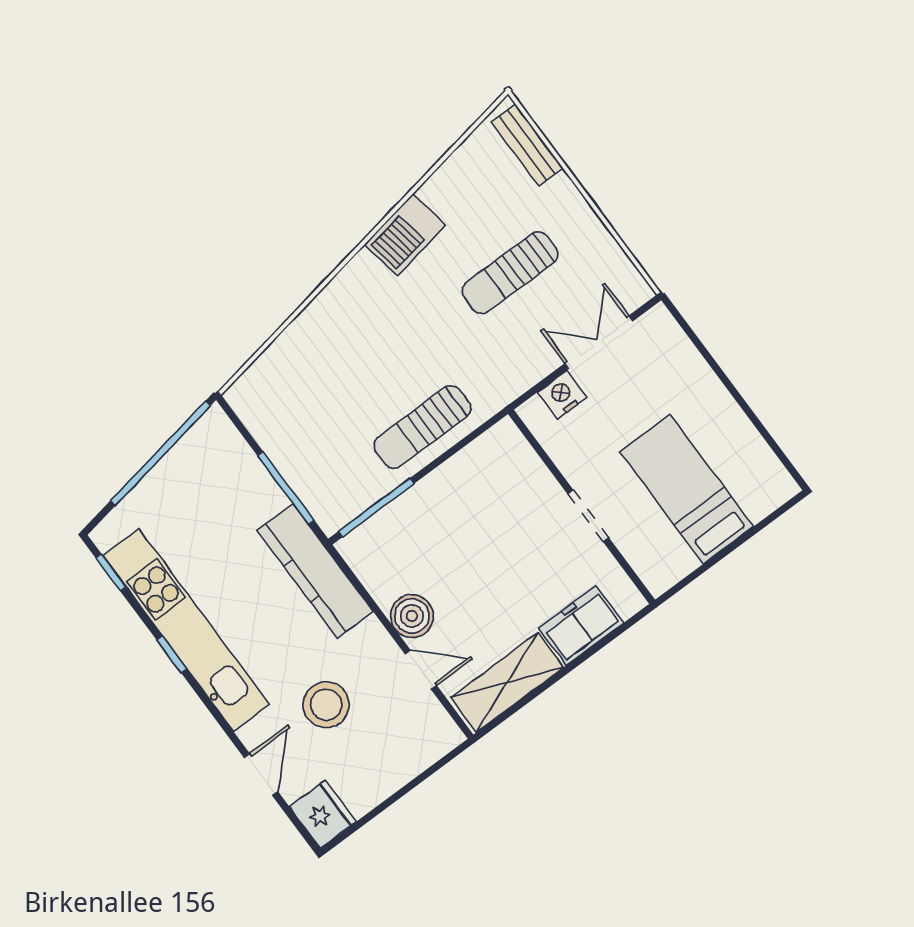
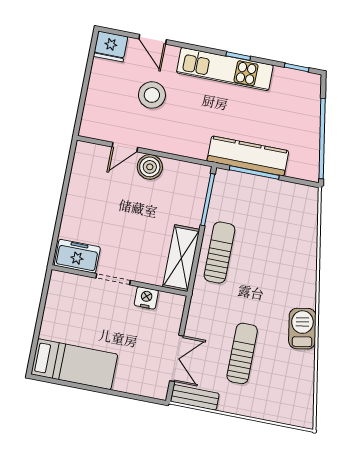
bench: (527, 145) -> (195, 397), moved
nightstand: (562, 395) -> (146, 298), moved, turned -90
bed: (687, 489) -> (74, 364), moved
kitchen counter: (315, 571) -> (248, 156), moved
freezer: (581, 625) -> (77, 256), moved, turned -90
kitchen unit: (186, 630) -> (225, 69), width x0.73
shelving: (507, 682) -> (181, 258), moved

